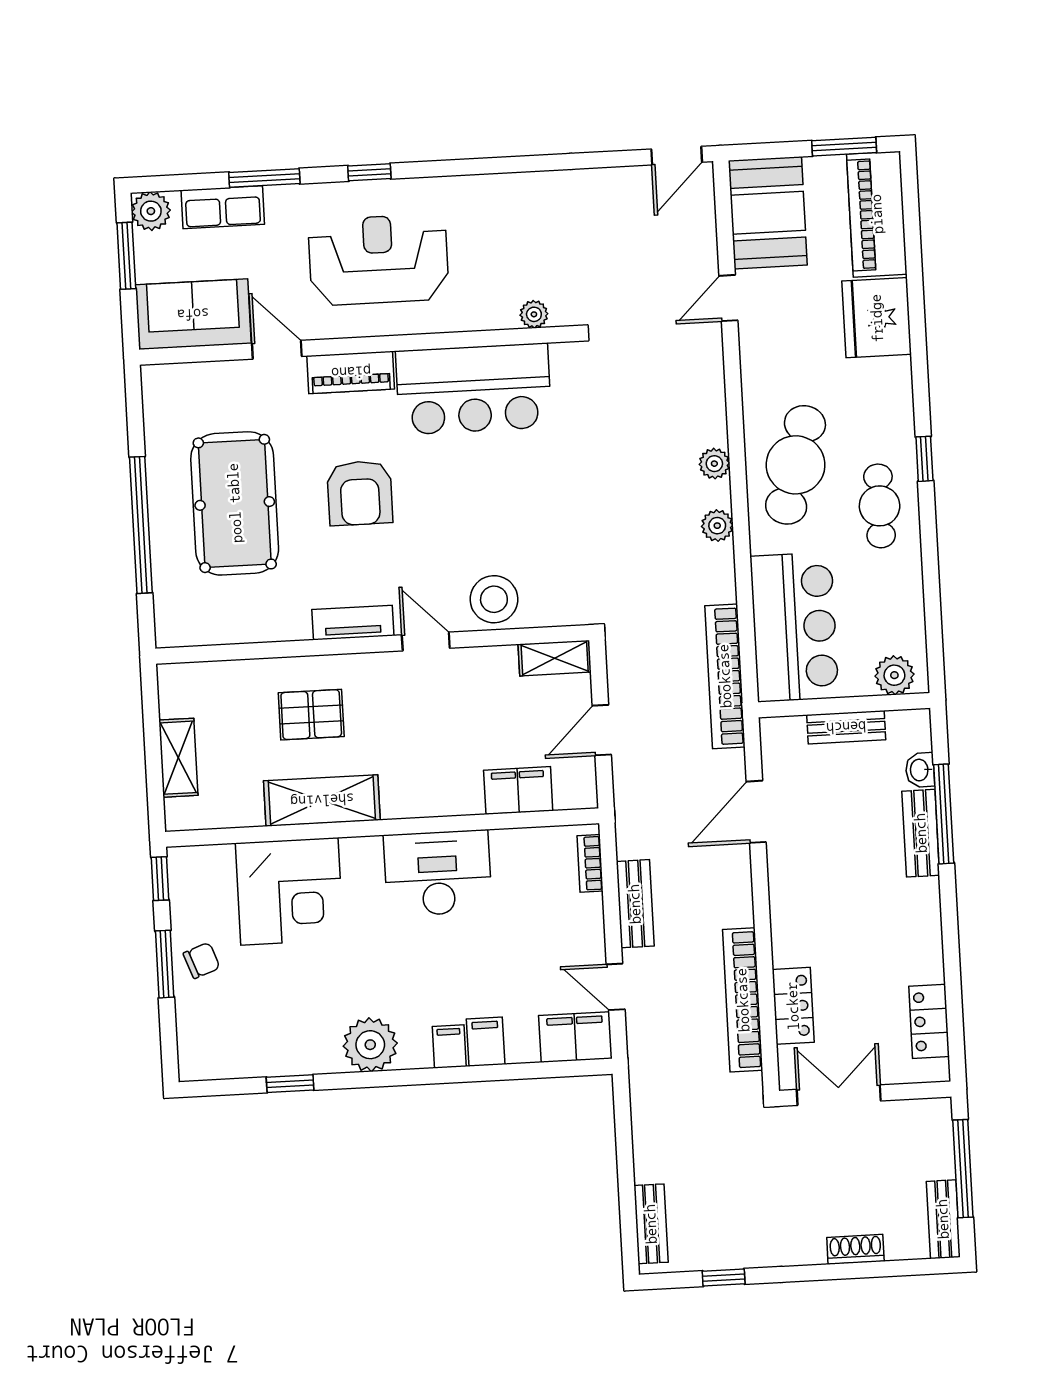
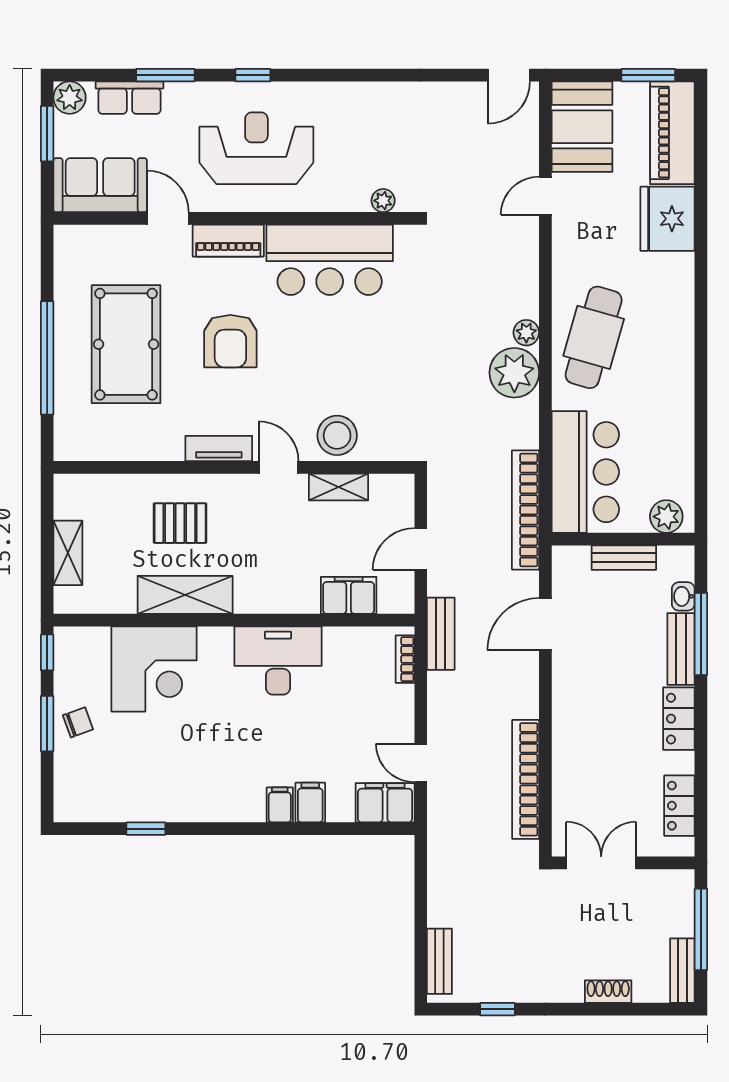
window: (924, 459) -> (701, 338), removed
cafe table: (880, 506) -> (662, 375), removed
plant: (717, 526) -> (514, 373), width x1.88, depth x1.88
shelving: (555, 658) -> (338, 487), moved
bench: (635, 904) -> (441, 634), moved
locker: (793, 1006) -> (679, 719), moved, turned 180
plant: (370, 1045) -> (214, 800), removed

